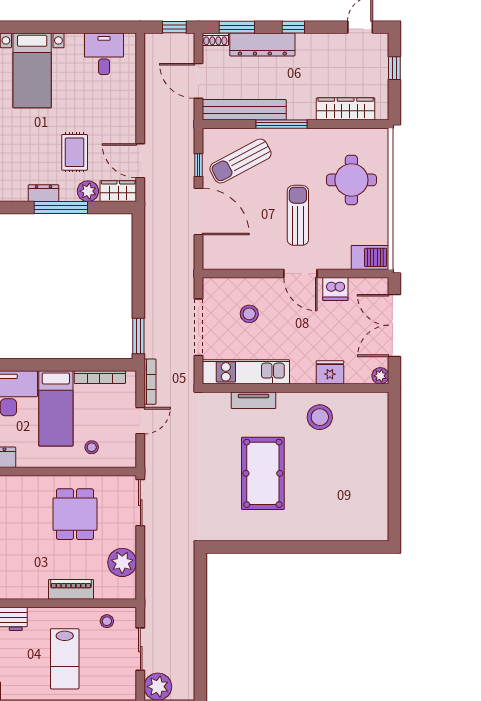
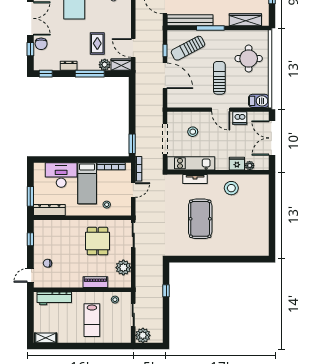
dresser: (43, 193) -> (69, 66), moved
plant: (380, 376) -> (250, 166), moved
window: (200, 605) -> (166, 291), added

